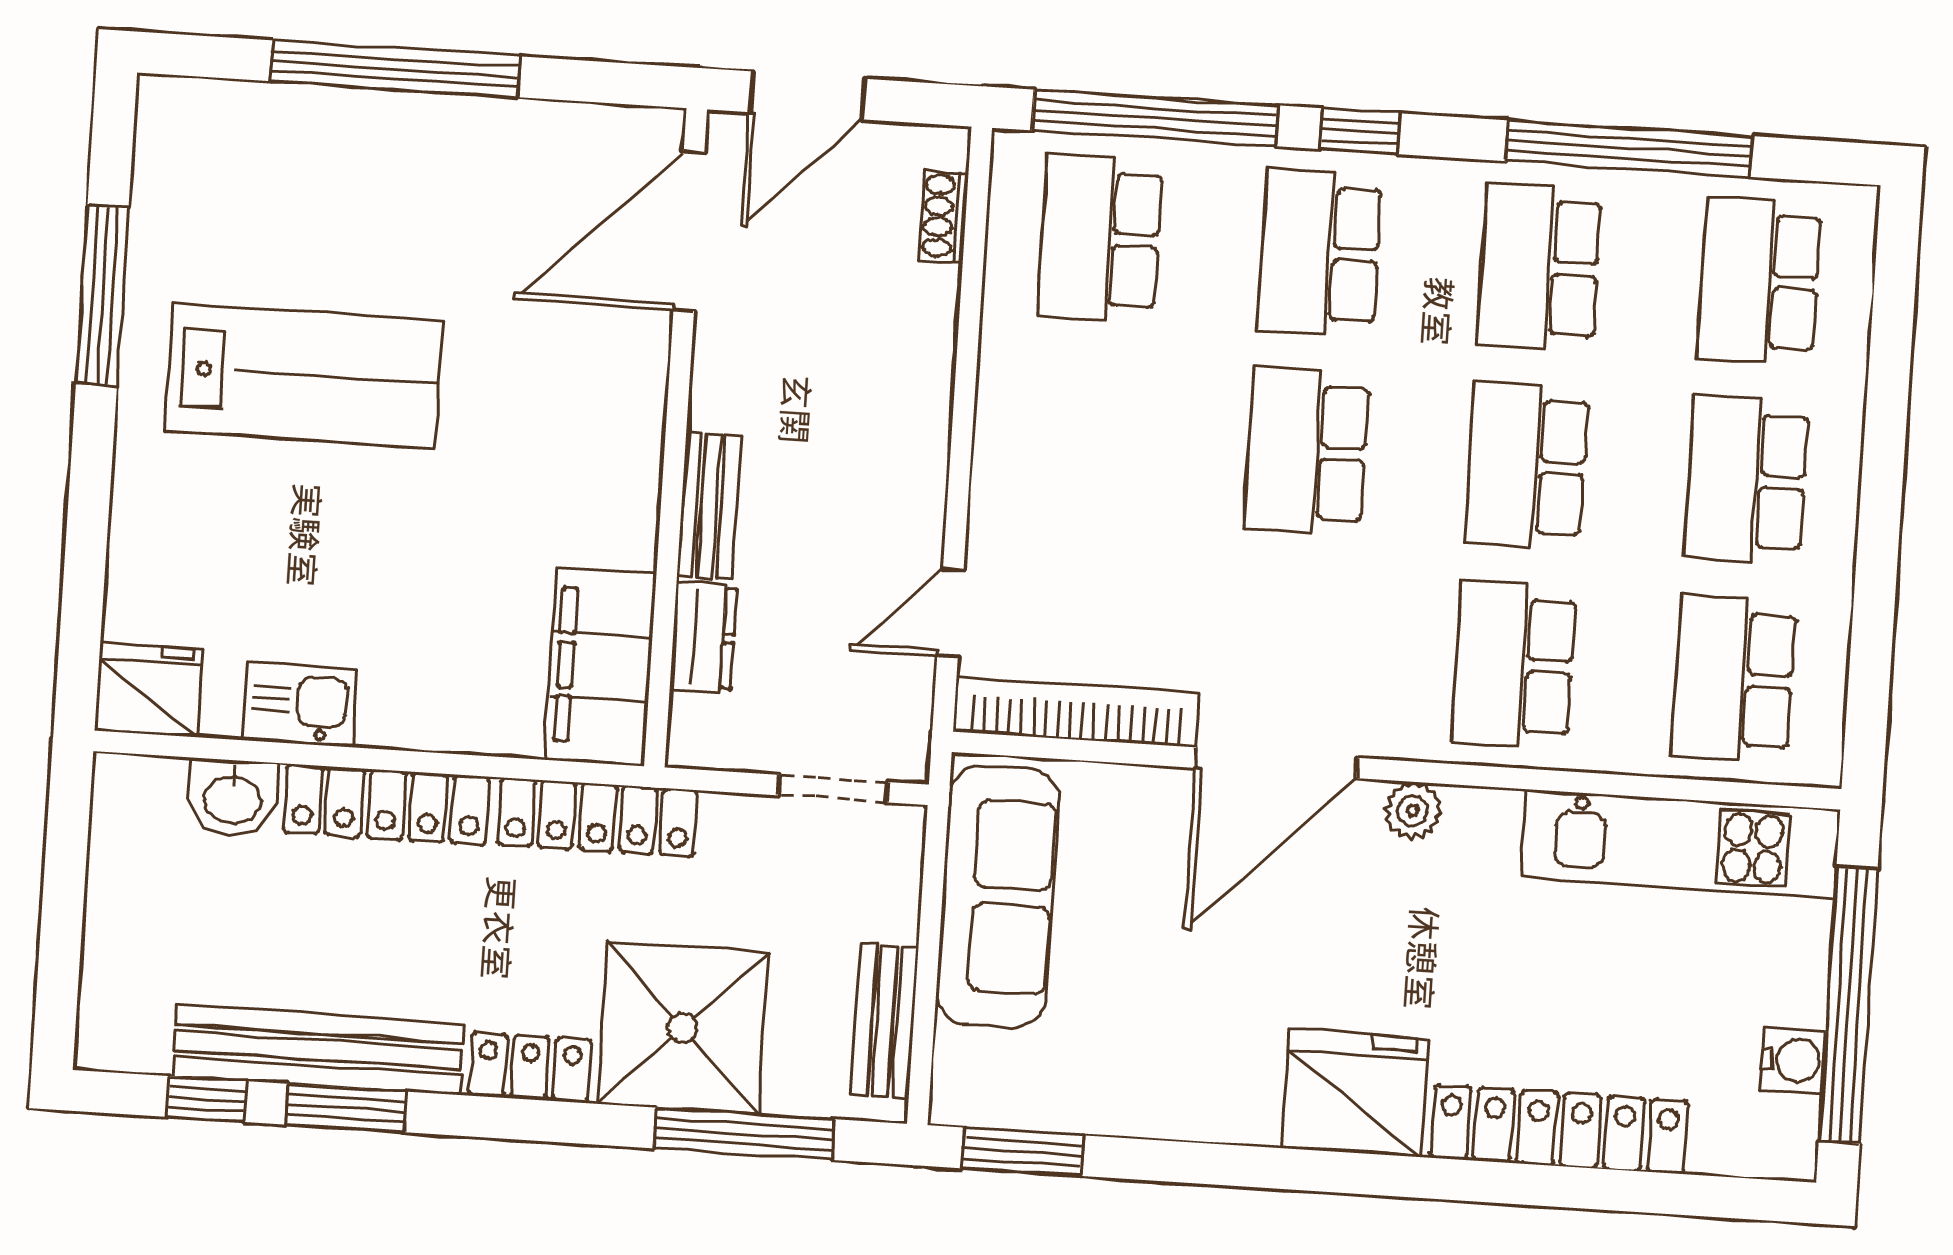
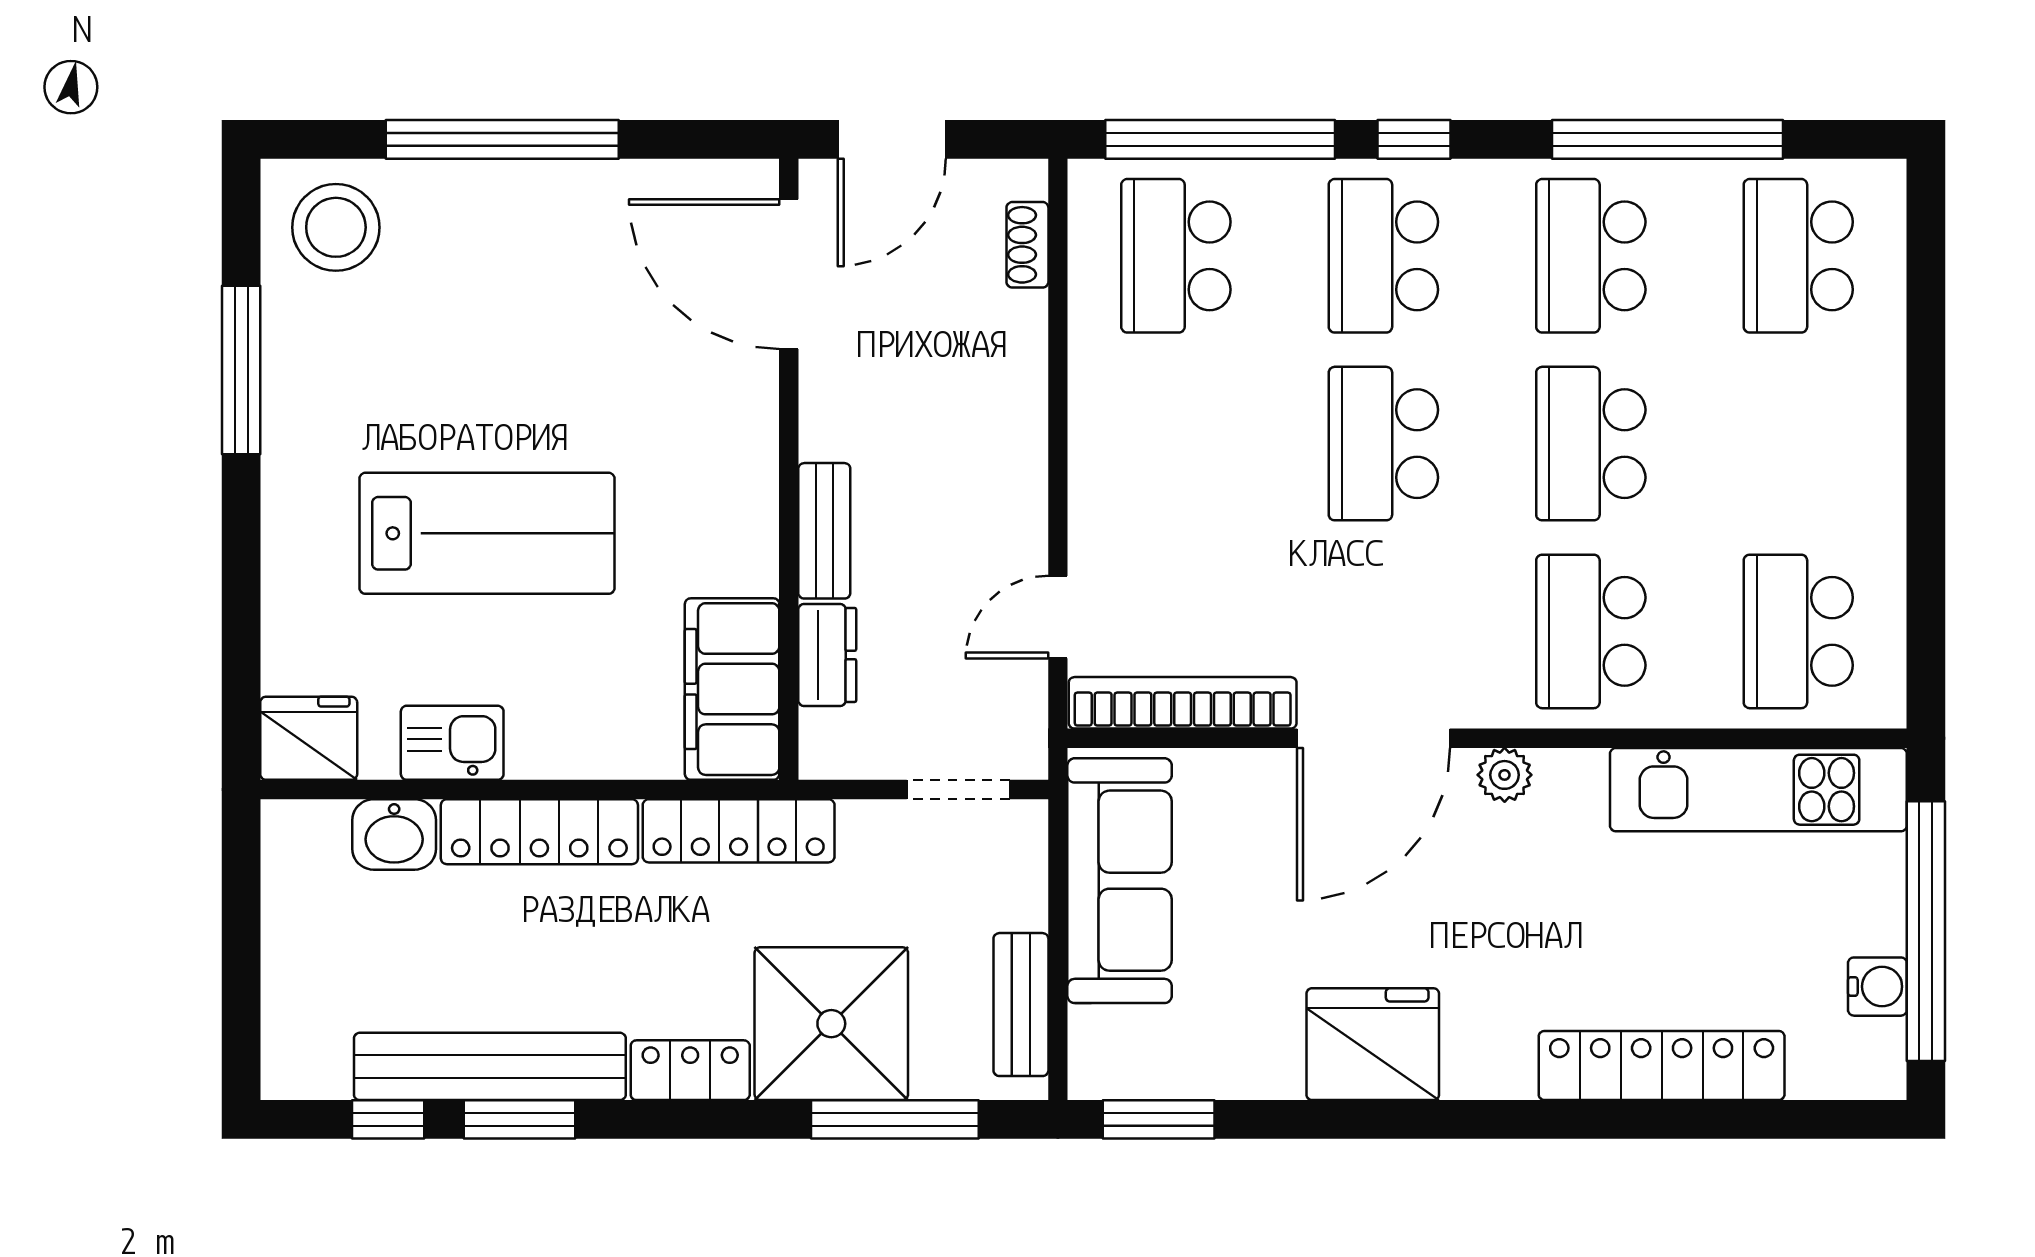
stool: (212, 151) -> (336, 227), added
door: (689, 231) -> (789, 274), hinge flipped
lab bench: (304, 375) -> (487, 533), moved
school desk: (1746, 480) -> (1798, 444), removed
fridge: (1355, 1093) -> (1373, 1044), moved

